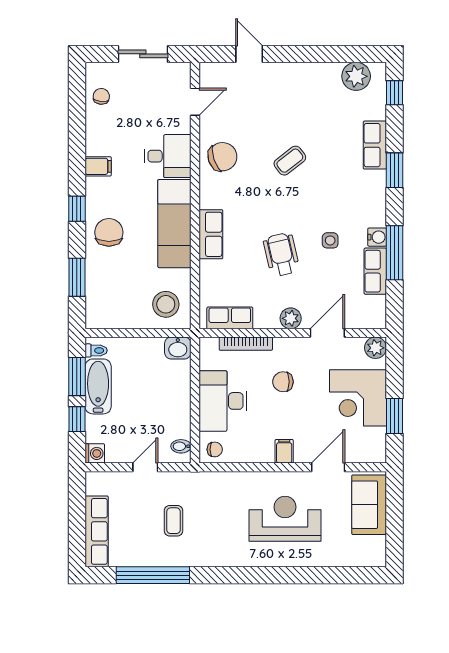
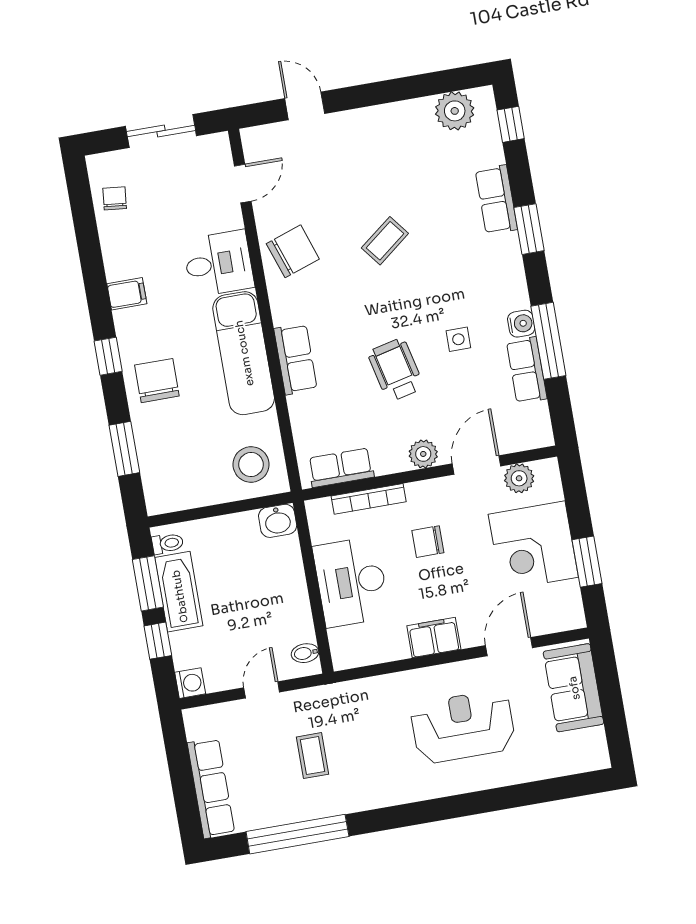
plant: (376, 348) -> (519, 478), moved
chair: (215, 449) -> (351, 649), removed
filing cabinet: (284, 451) -> (434, 637), width x2.00

